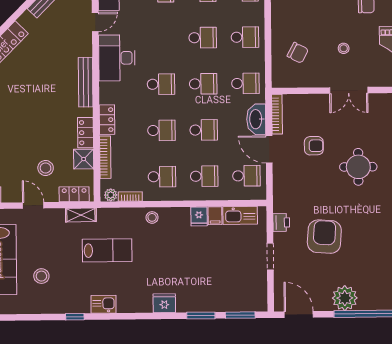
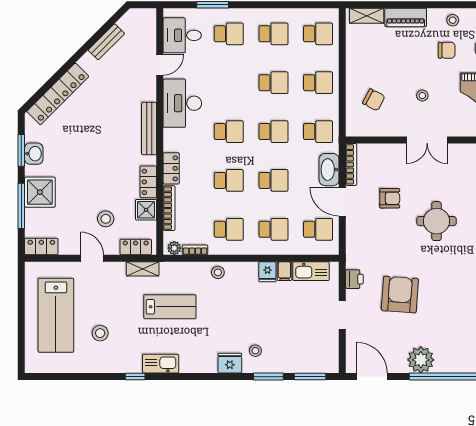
stool: (188, 291) -> (255, 351), added
kitchen sink: (103, 304) -> (161, 364), width x1.38

